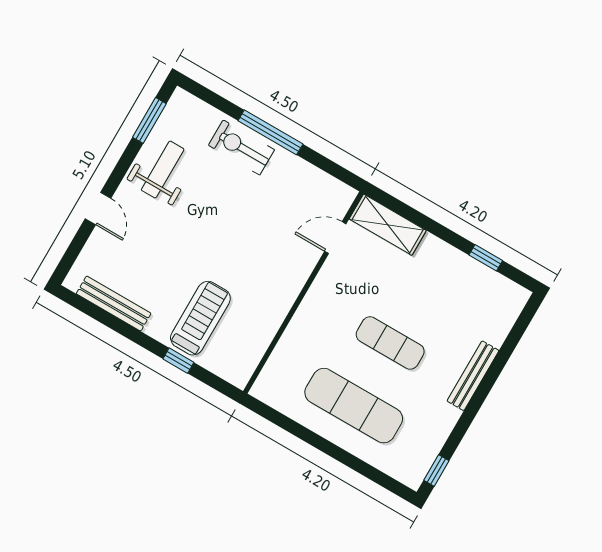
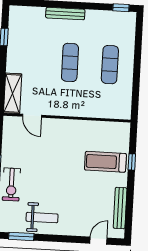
weight bench: (163, 170) -> (42, 218), turned 180
door: (98, 209) -> (98, 241), moved
exercise mat: (354, 406) -> (110, 65), width x0.73, depth x0.69

